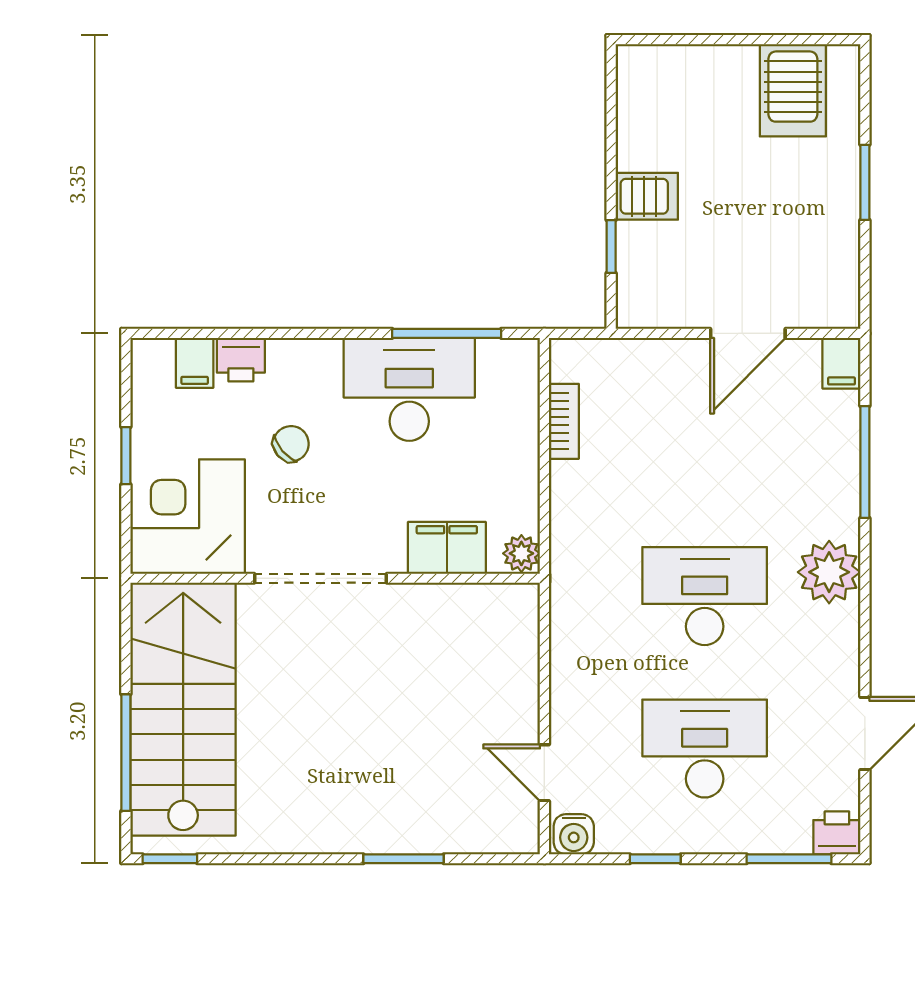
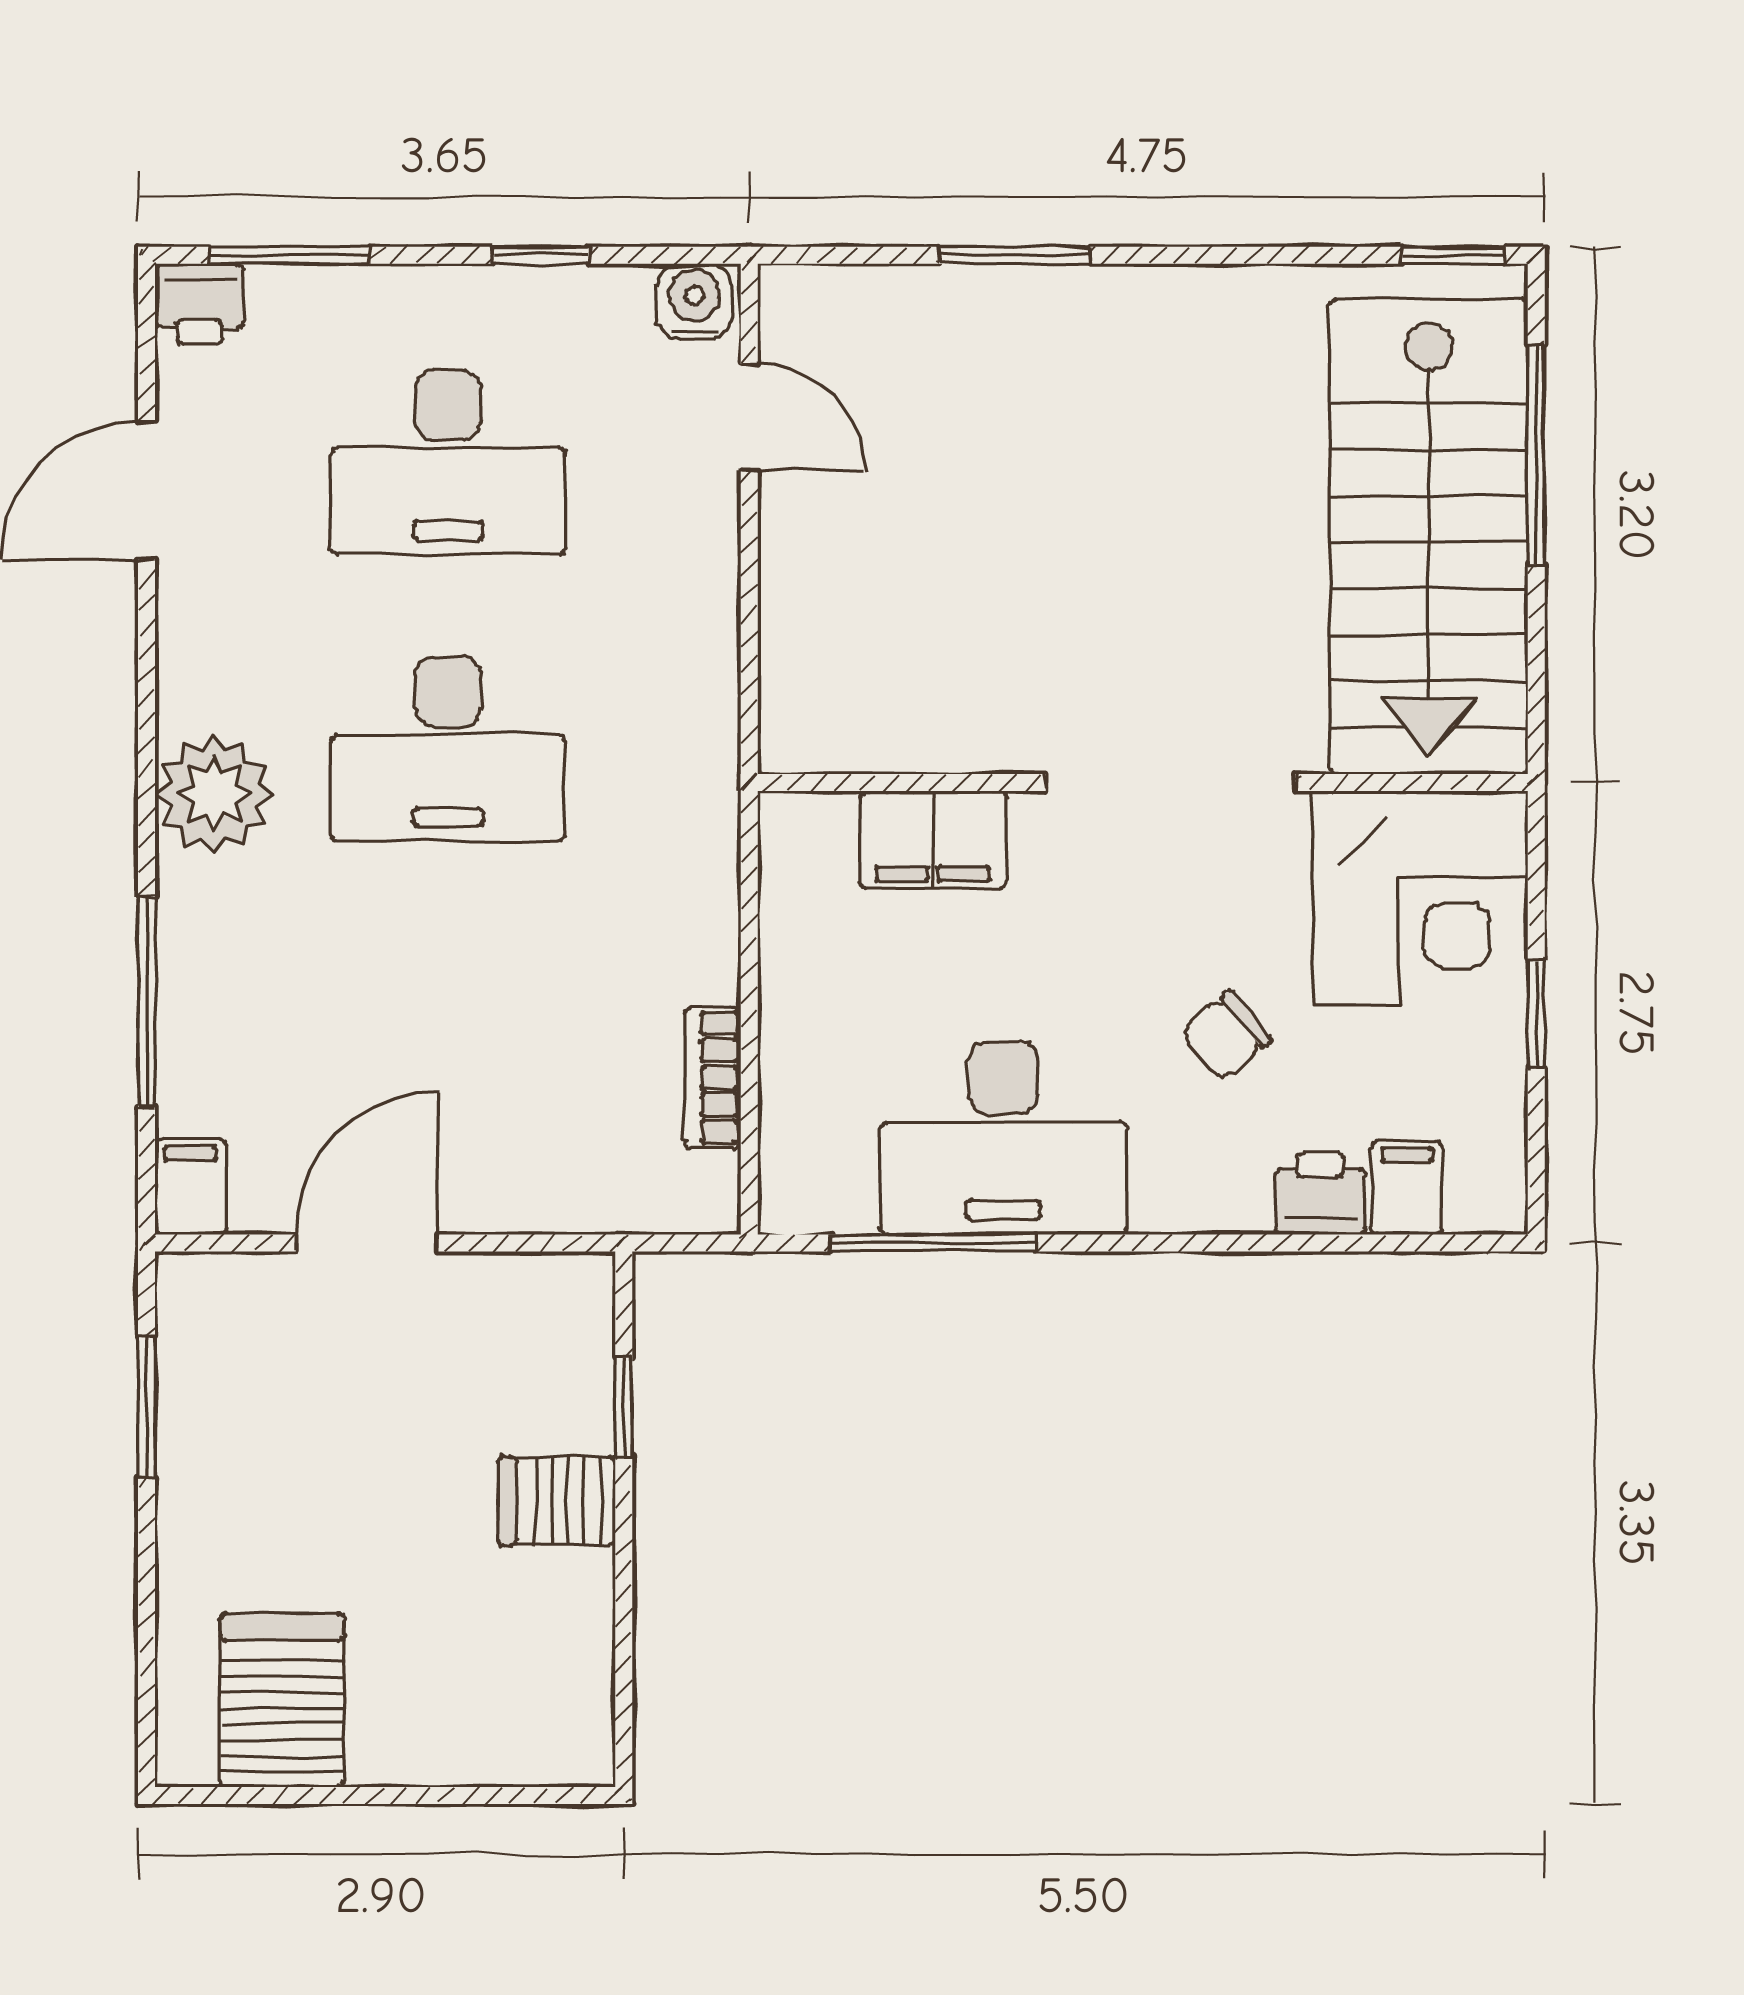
window: (865, 182) -> (147, 1407), moved
plant: (521, 553) -> (793, 829), removed

